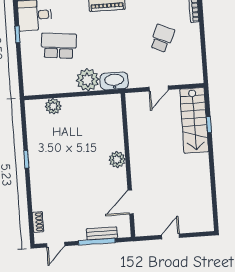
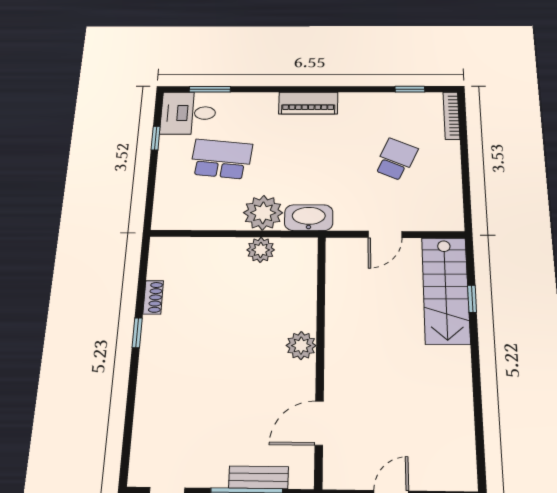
plant: (53, 106) -> (261, 250), moved
shoe rack: (38, 222) -> (153, 297), moved

